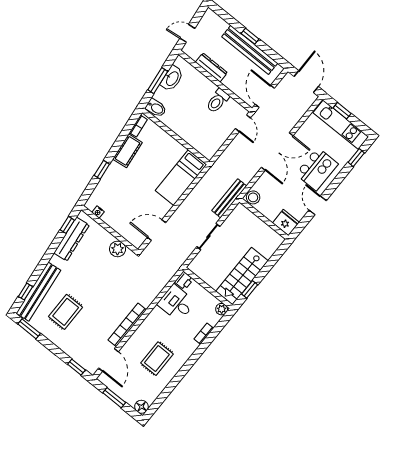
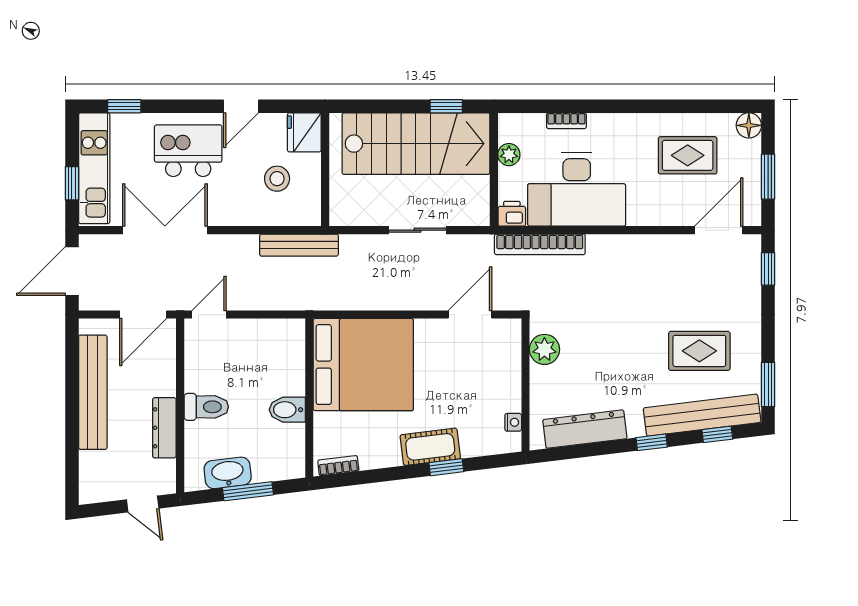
window: (250, 36) -> (72, 408), removed
toilet: (218, 101) -> (206, 407), moved
bidet: (156, 108) -> (287, 410), moved, turned -83
cot: (127, 151) -> (430, 447), moved
double door: (277, 152) -> (165, 230), moved
bed: (181, 178) -> (363, 365), width x2.04
stool: (253, 197) -> (277, 179), moved
bench: (229, 198) -> (299, 245), moved
window: (67, 225) -> (652, 442), moved
door: (156, 230) -> (470, 315), swing flipped
stairs: (242, 276) -> (416, 144), width x1.36, depth x1.51
desk: (176, 303) -> (577, 189), width x1.87, depth x1.30
plant: (222, 309) -> (509, 155), moved
bookcase: (127, 325) -> (540, 244), moved
rug: (157, 359) -> (688, 155), moved

